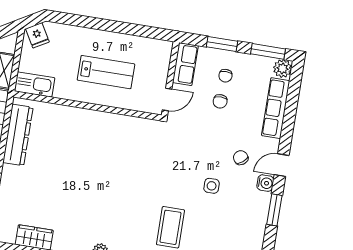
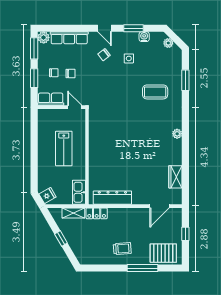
lab bench: (106, 72) -> (64, 148), turned 180
water cooler: (265, 183) -> (144, 37), moved
side table: (212, 186) -> (129, 58), moved

